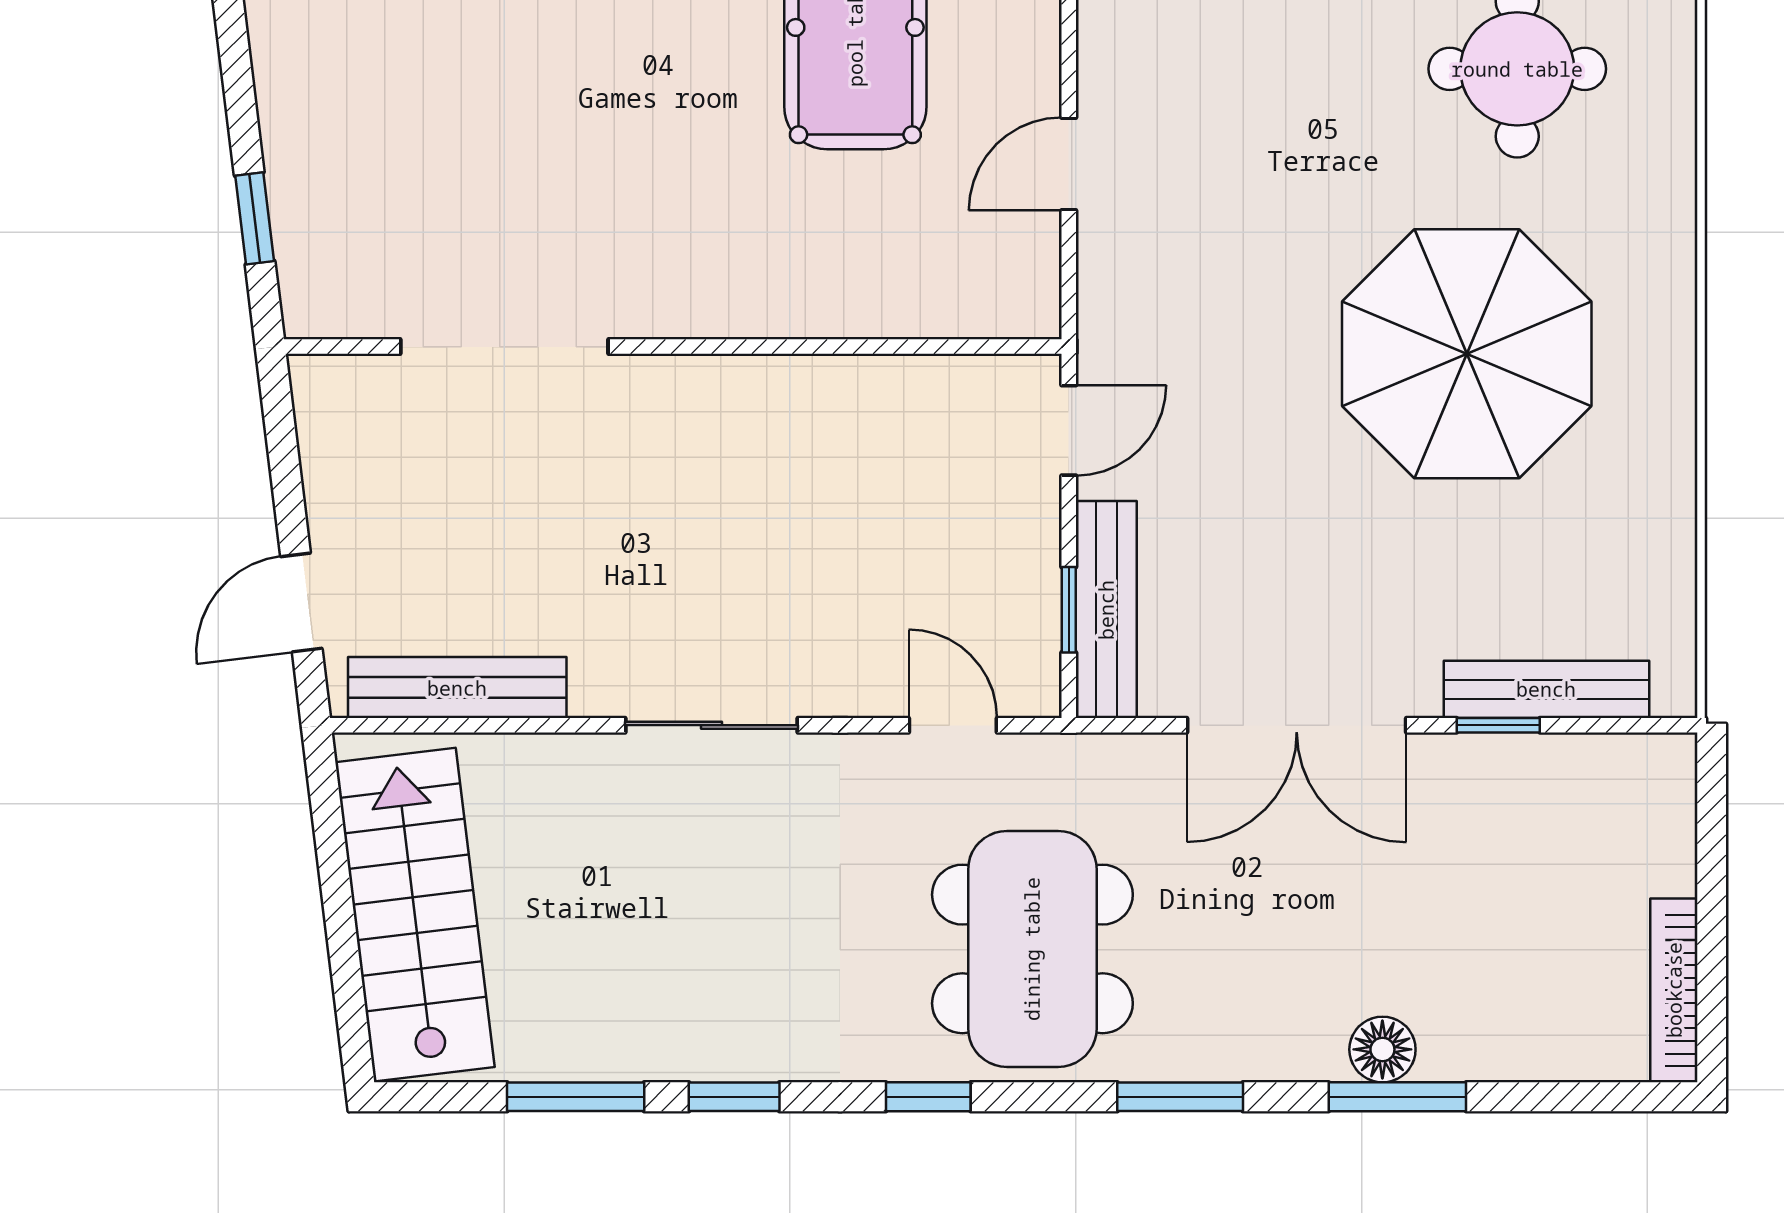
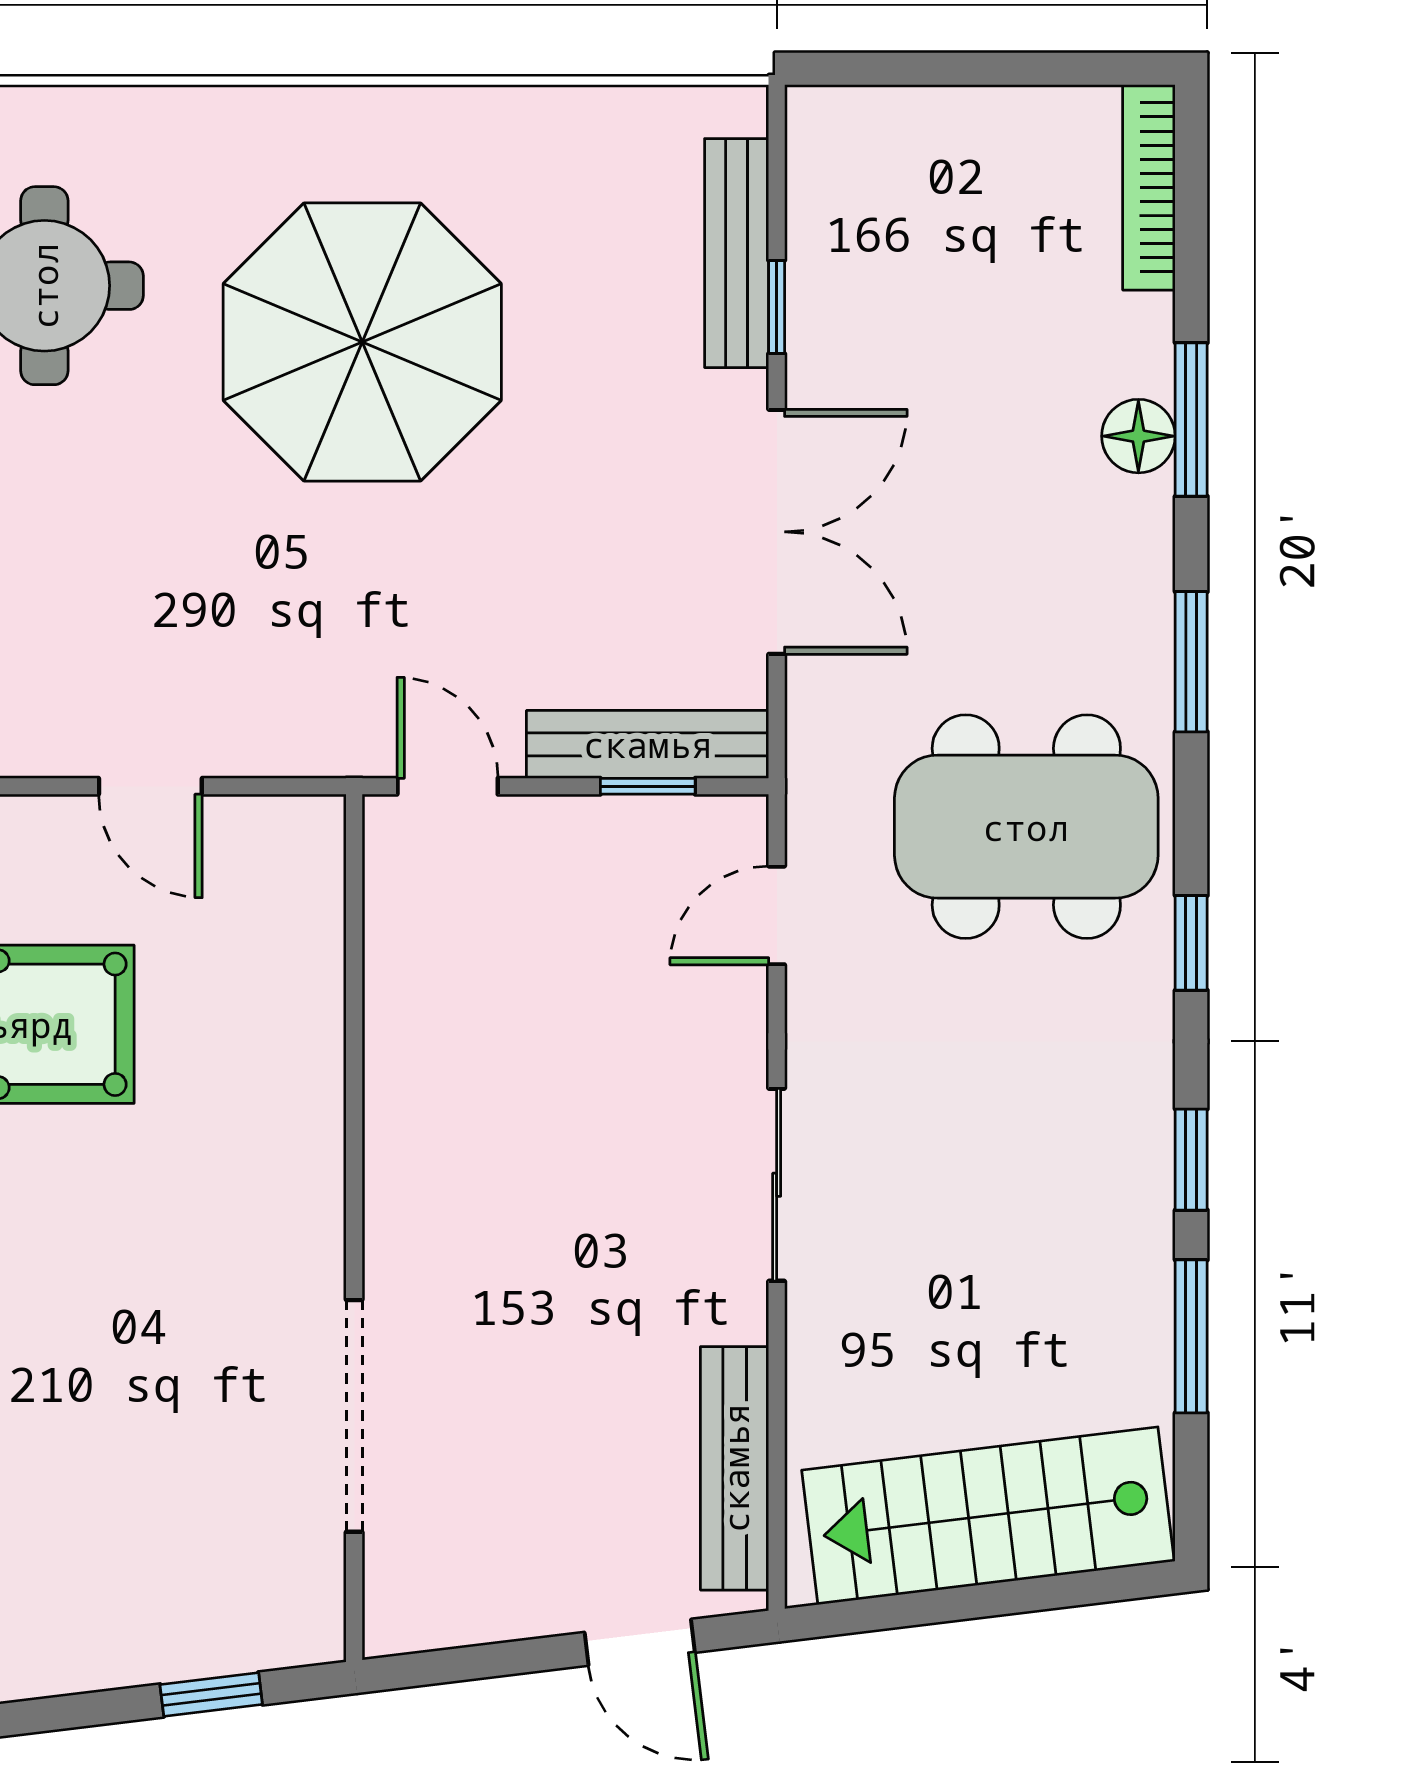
bookcase: (1674, 990) -> (1149, 187), moved, turned 90

